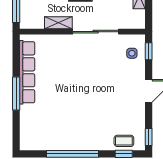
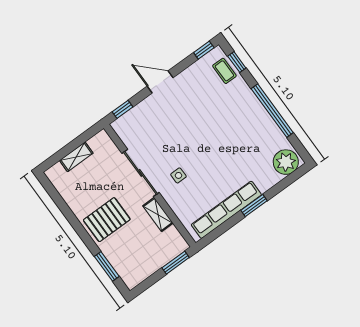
side table: (132, 53) -> (178, 175), moved
window: (16, 94) -> (254, 206), width x0.69
plant: (30, 137) -> (286, 162), added

